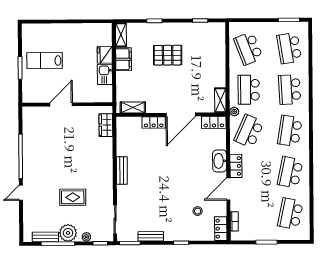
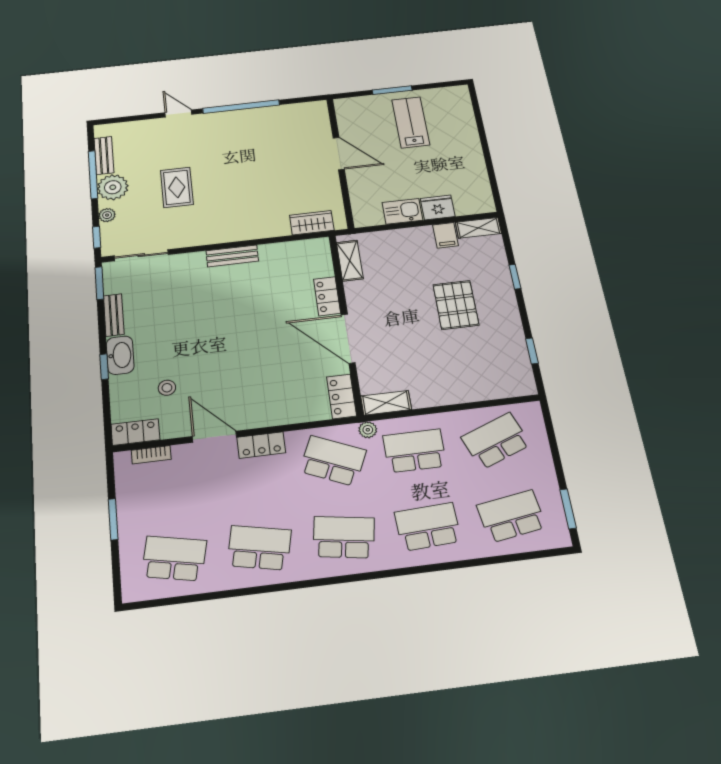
filing cabinet: (123, 59) -> (445, 235), width x0.50
washbasin: (220, 161) -> (120, 355), moved, turned 90

